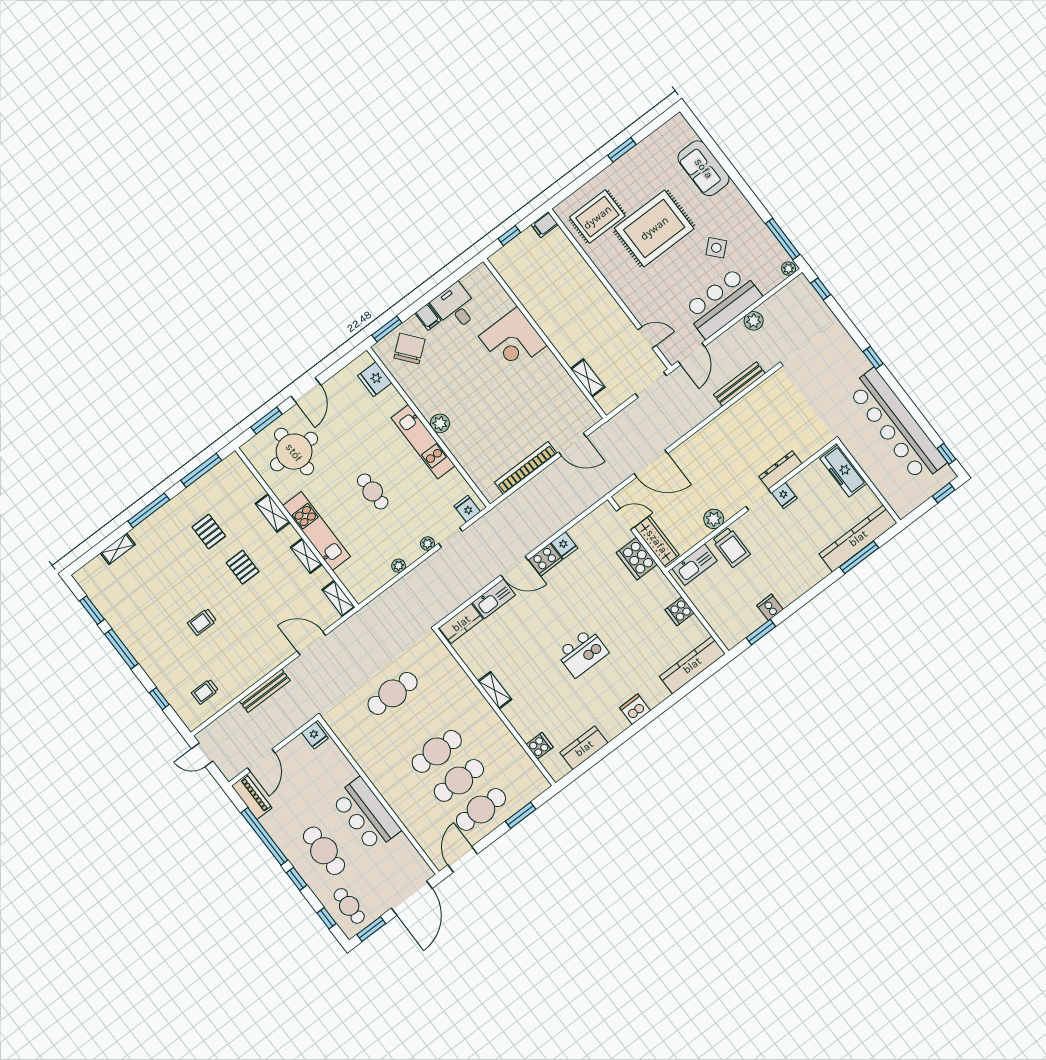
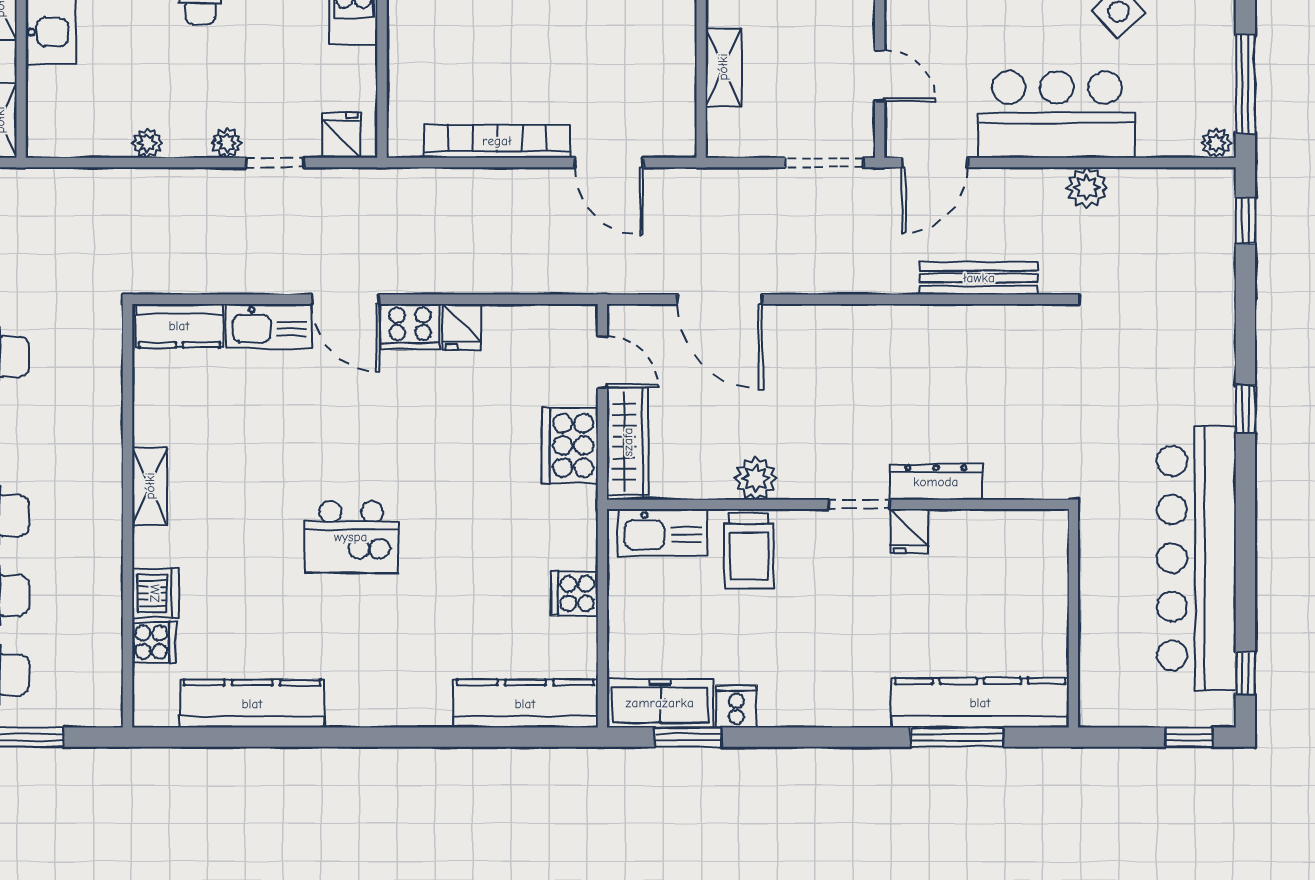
freezer: (843, 471) -> (660, 703), moved, turned 90
dishwasher: (635, 709) -> (155, 593), moved, turned 90
kitchen counter: (584, 748) -> (252, 704), width x1.50

